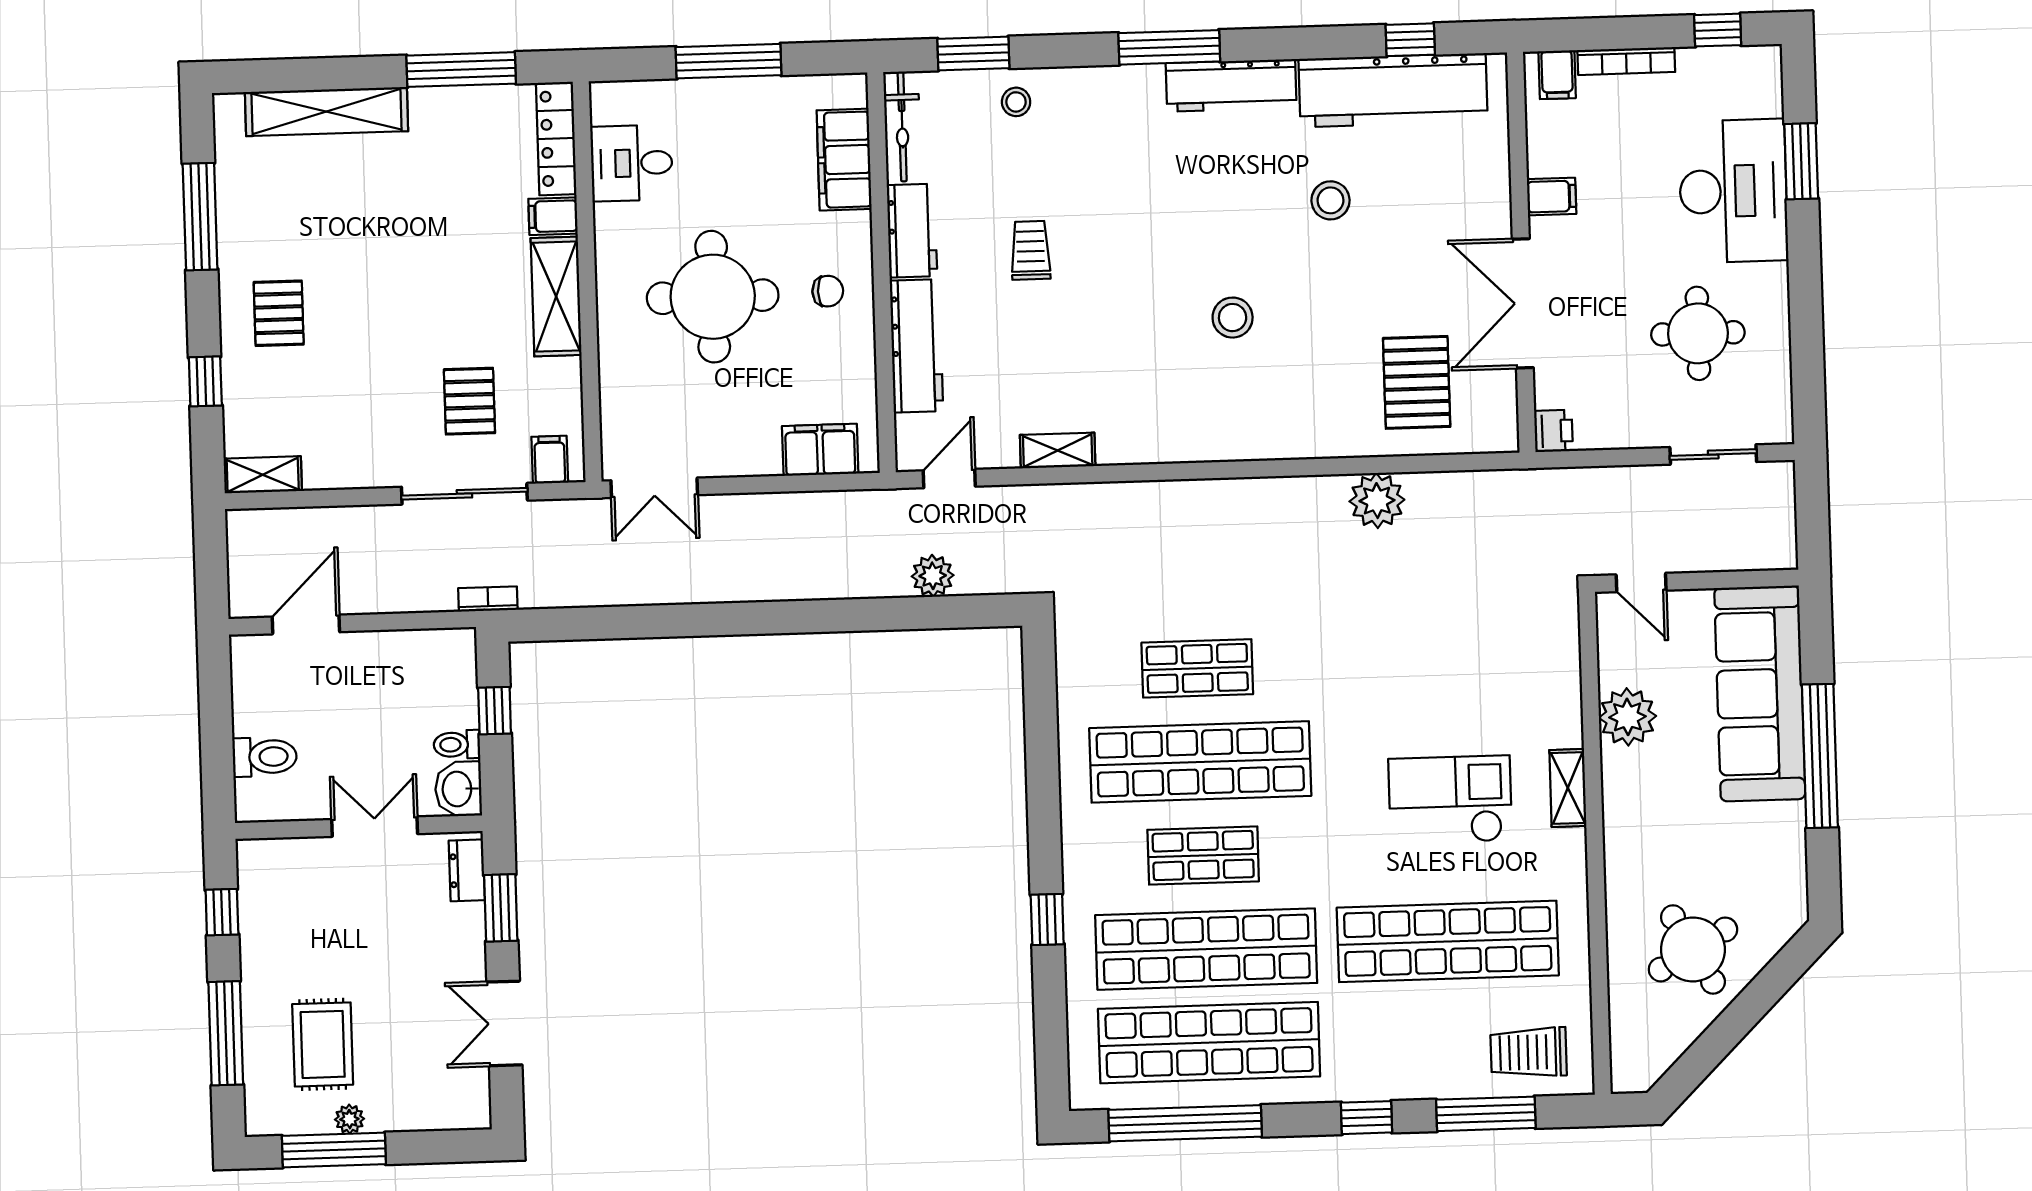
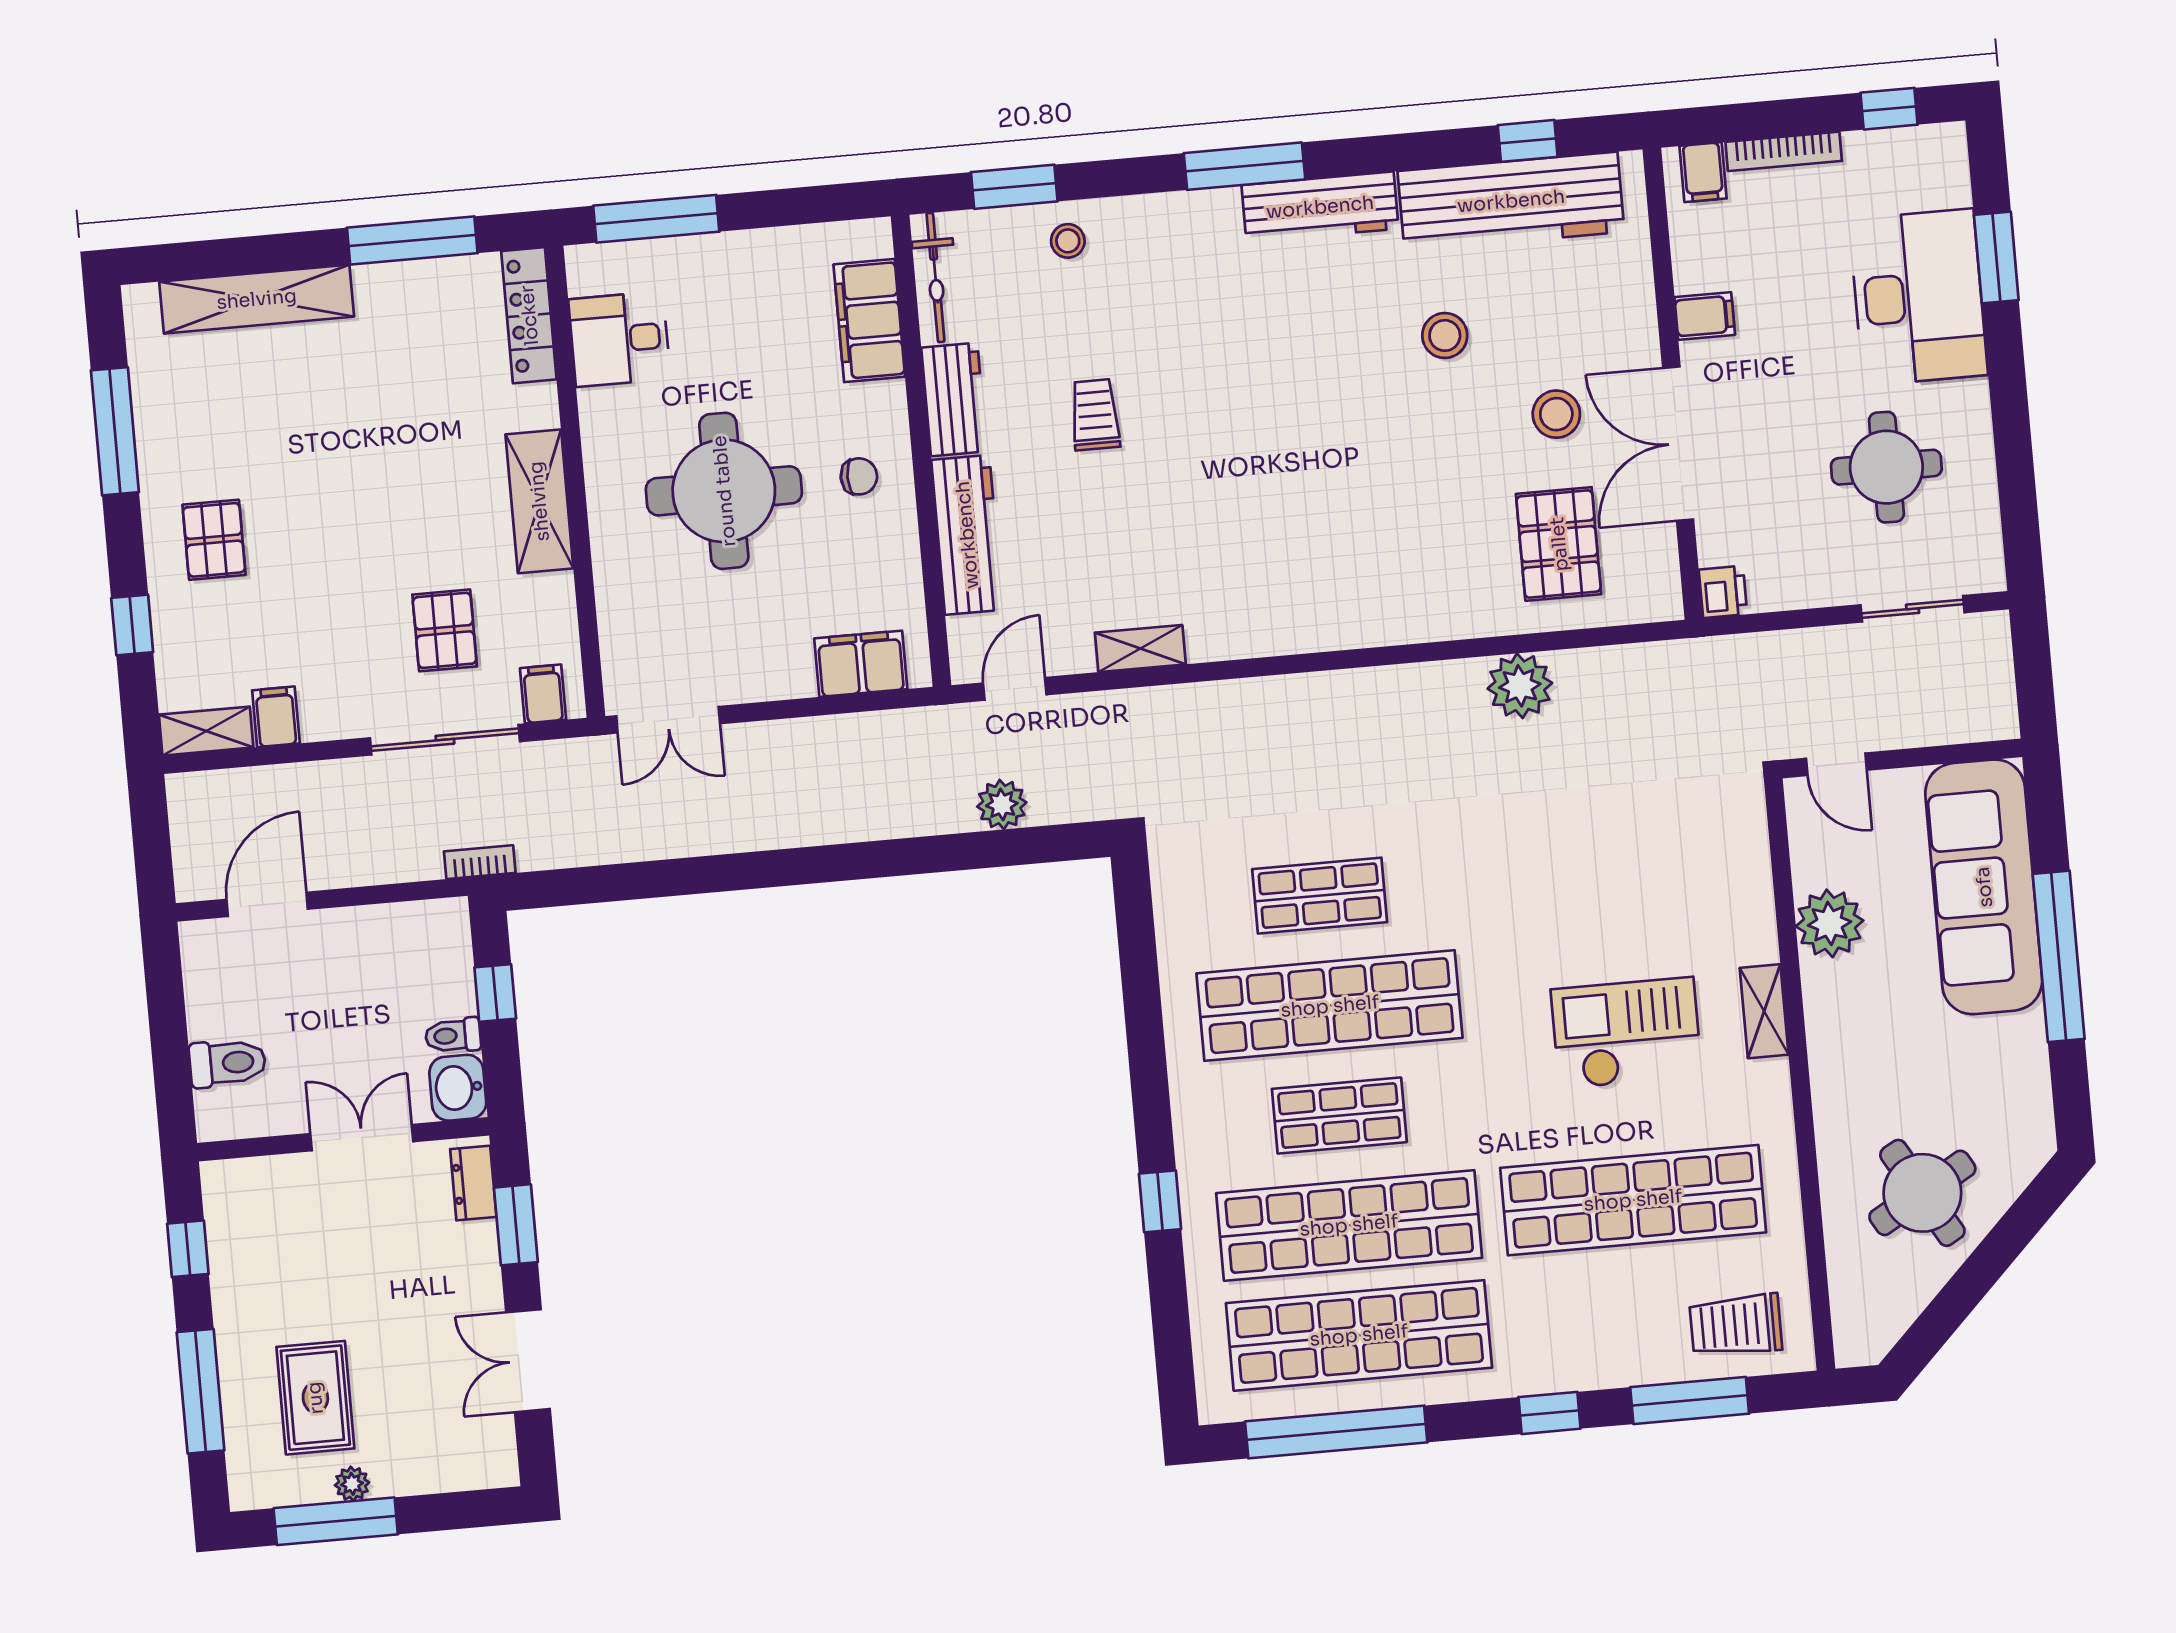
window: (729, 61) -> (656, 219), moved
filing cabinet: (553, 216) -> (276, 717), moved, turned 90
stool: (1233, 318) -> (1556, 414), moved

